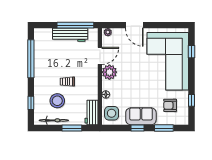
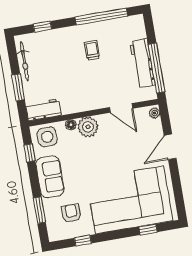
plant: (109, 72) -> (88, 127), moved
trolley: (67, 82) -> (92, 50), moved
stool: (57, 101) -> (51, 61), removed
window: (138, 128) -> (30, 153), moved

